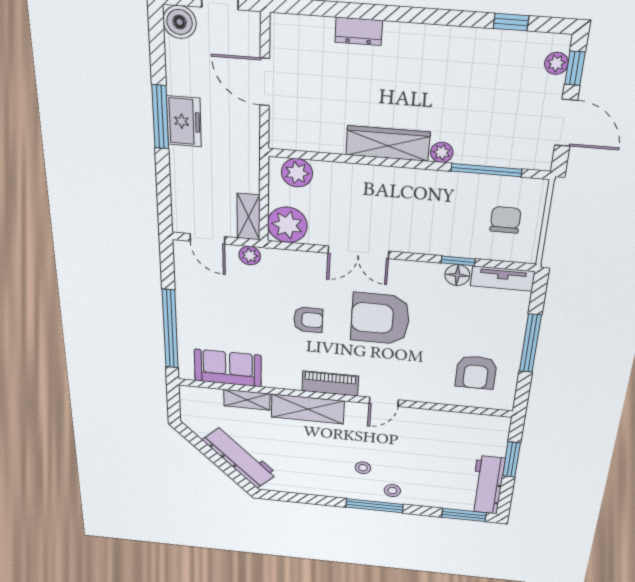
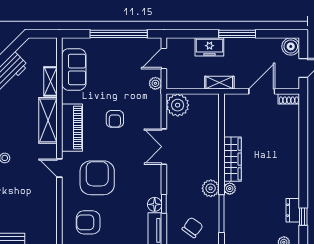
dresser: (359, 31) -> (293, 210), moved
shoe rack: (279, 33) -> (289, 99), added
freezer: (184, 121) -> (209, 47), moved
plant: (297, 173) -> (211, 188), moved
shelving: (249, 217) -> (219, 83), moved
chair: (505, 220) -> (193, 227), turned -54
armchair: (380, 319) -> (97, 178), moved
window: (170, 329) -> (119, 34), moved
piano: (330, 383) -> (72, 128), width x1.37, depth x1.33

